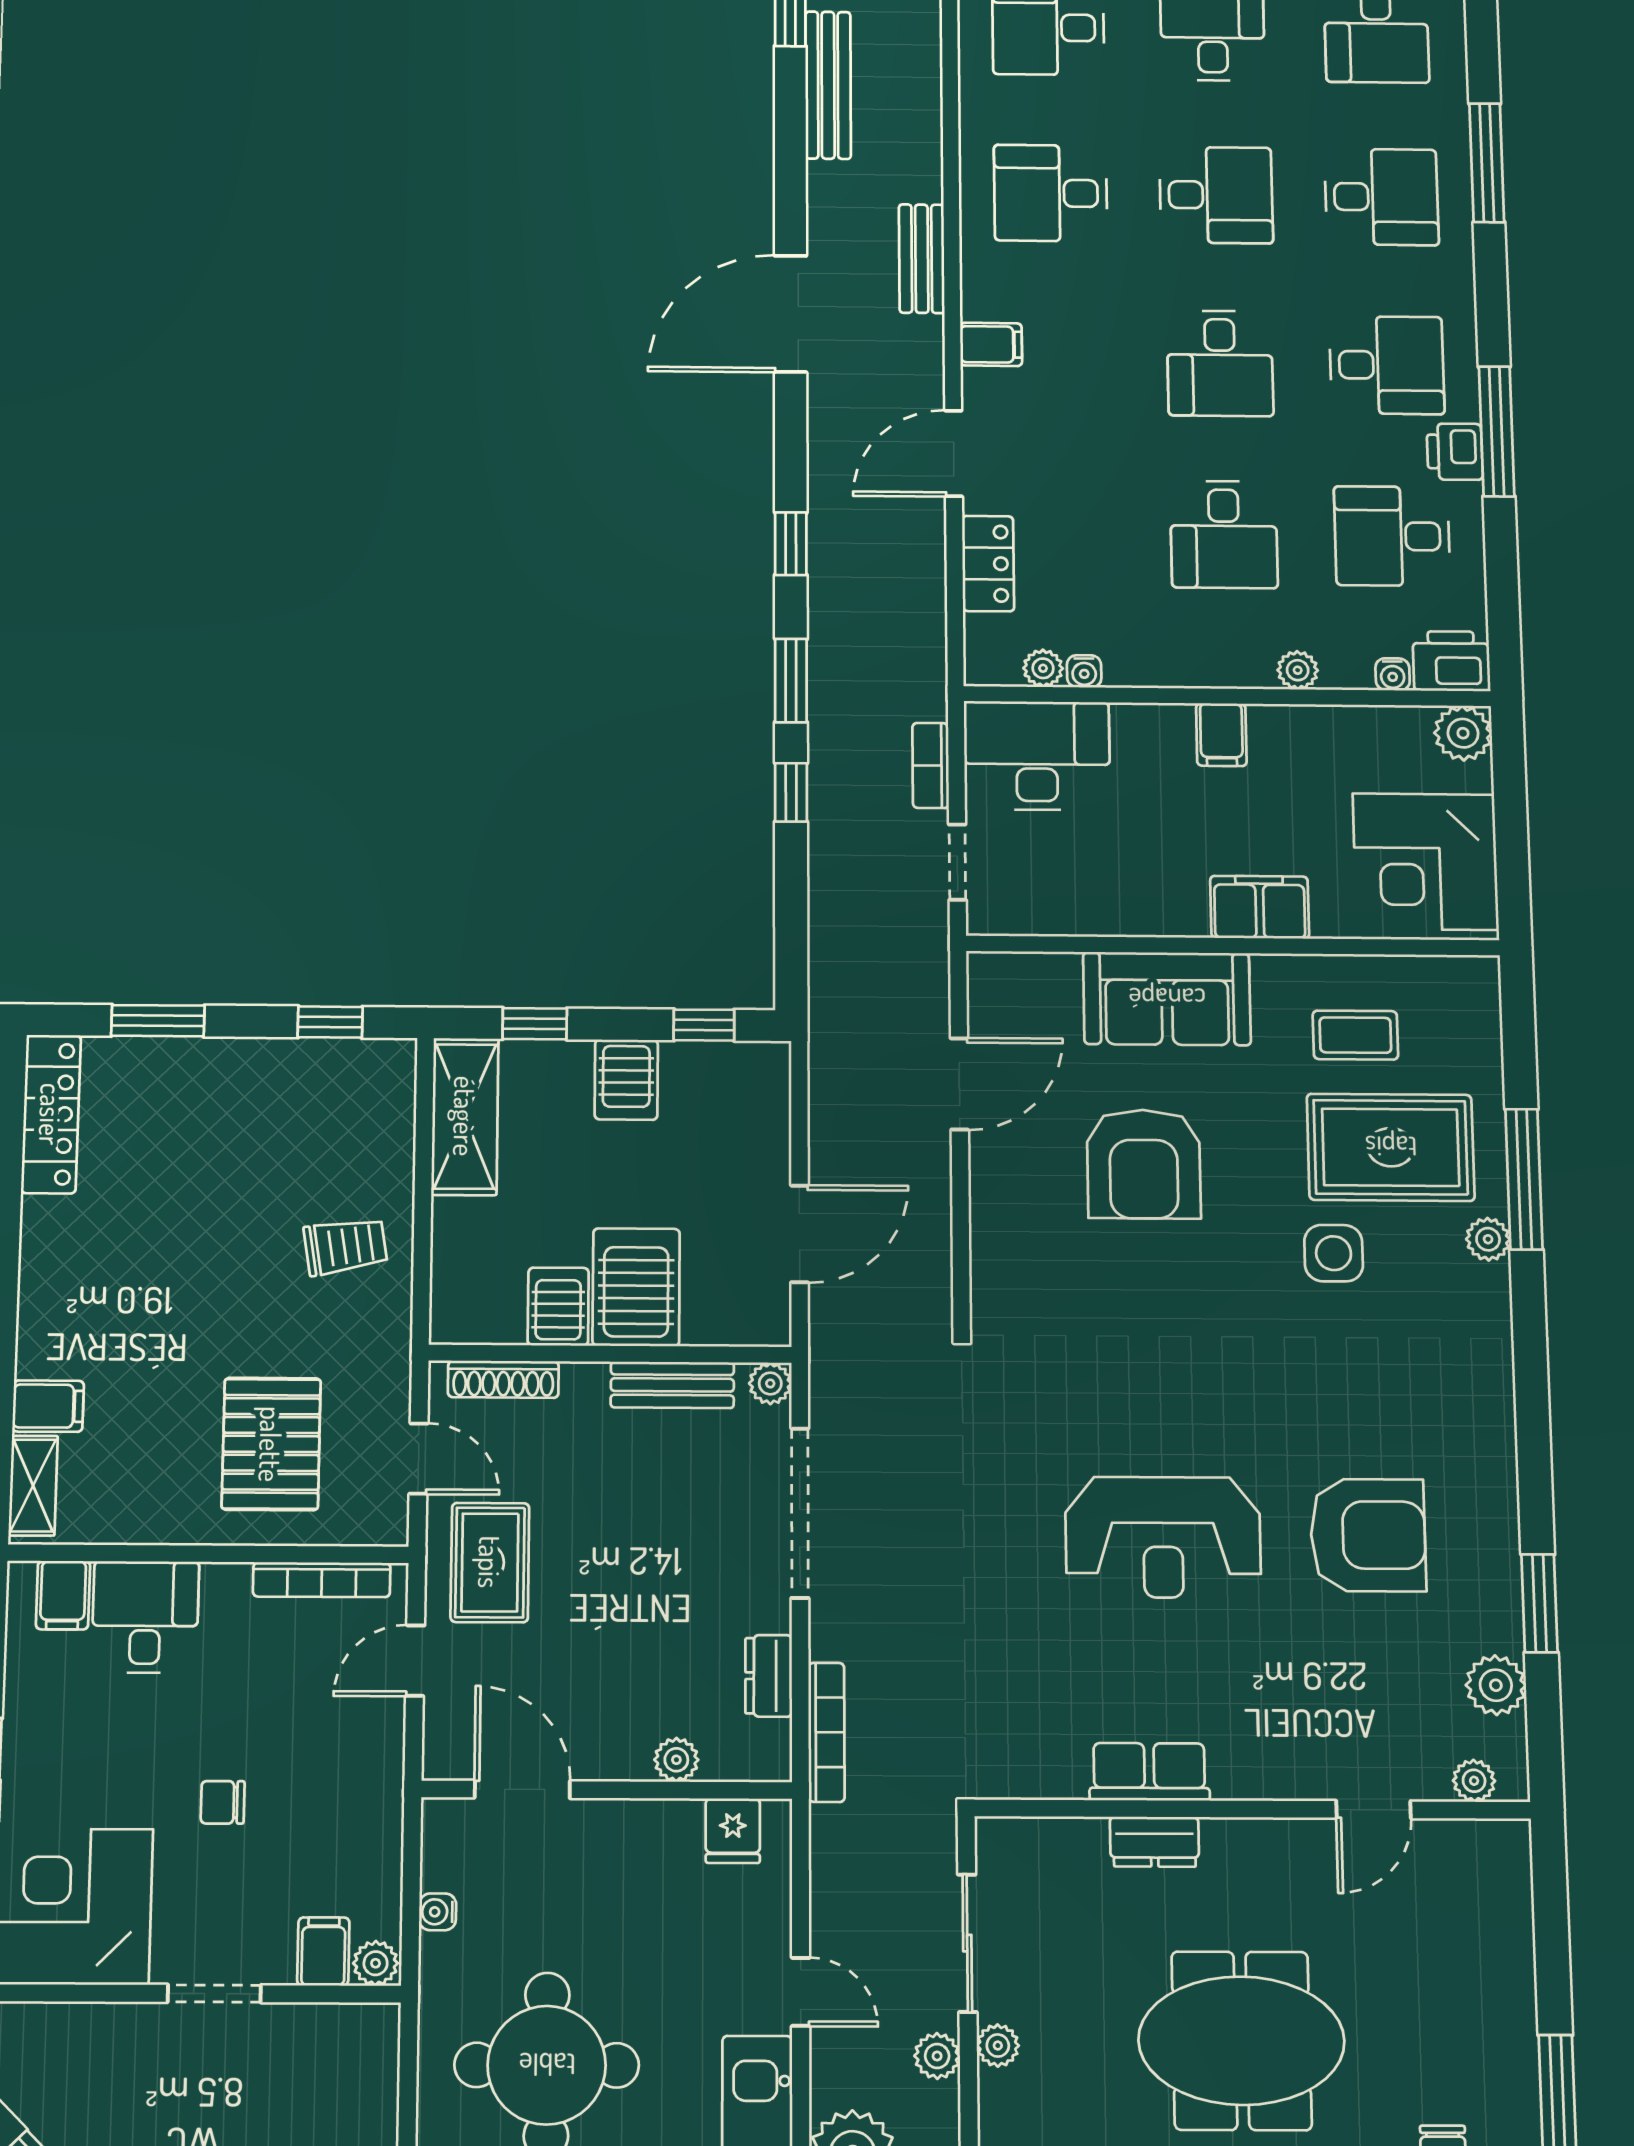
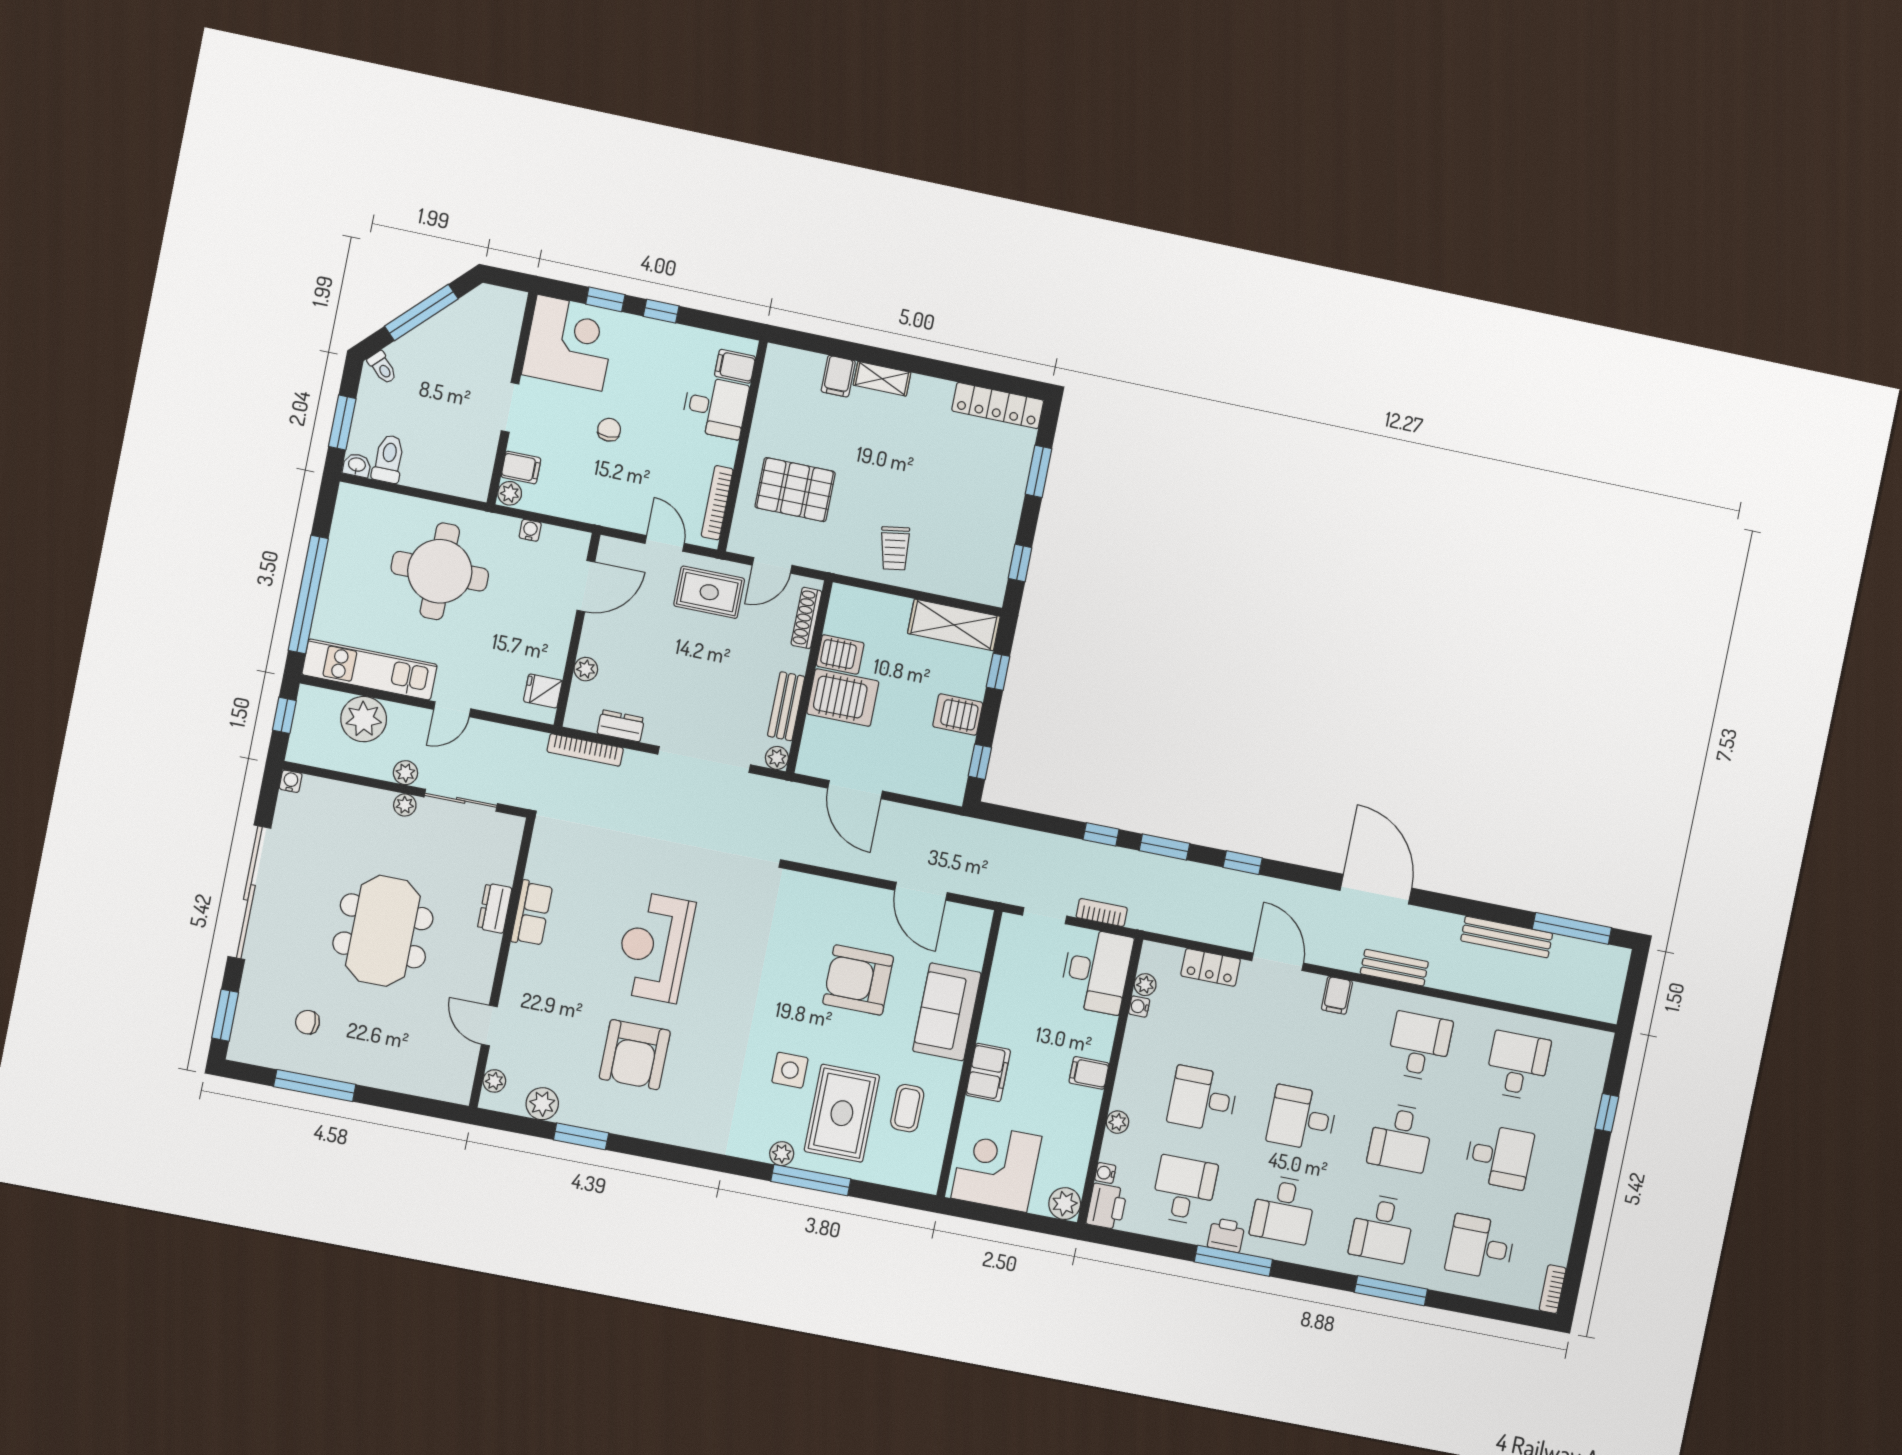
shelving: (33, 1486) -> (882, 379), moved

